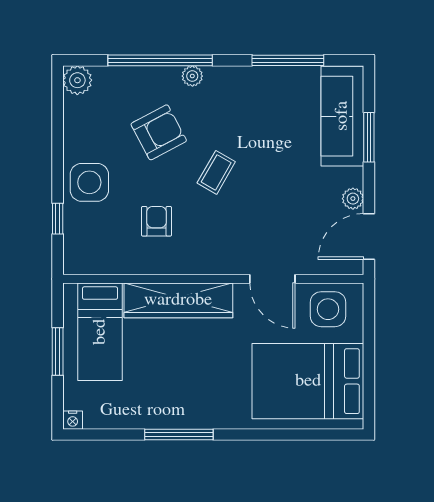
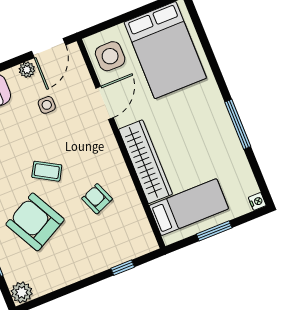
armchair: (159, 132) -> (35, 222), width x1.36, depth x1.36
side table: (89, 182) -> (47, 105), moved, width x0.54, depth x0.54
armchair: (156, 221) -> (97, 199), turned 68
door: (369, 236) -> (49, 48), hinge flipped

